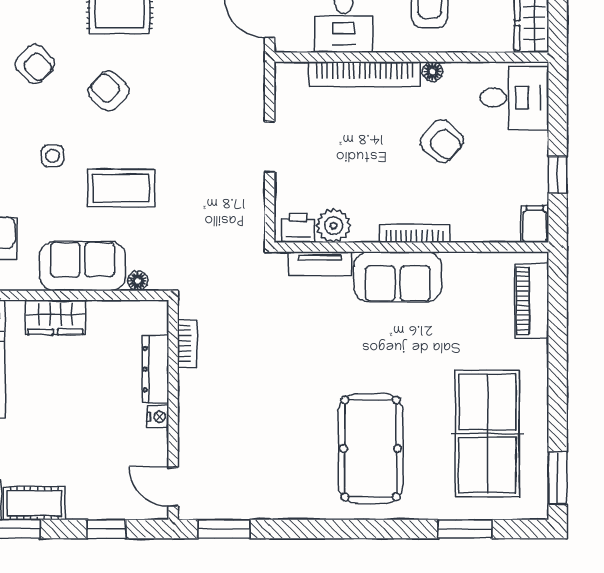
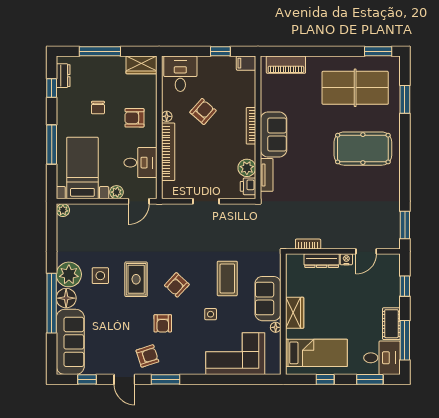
armchair: (35, 64) -> (163, 323), turned 135
floor lamp: (138, 281) -> (276, 327), moved
door: (173, 487) -> (366, 251), moved

